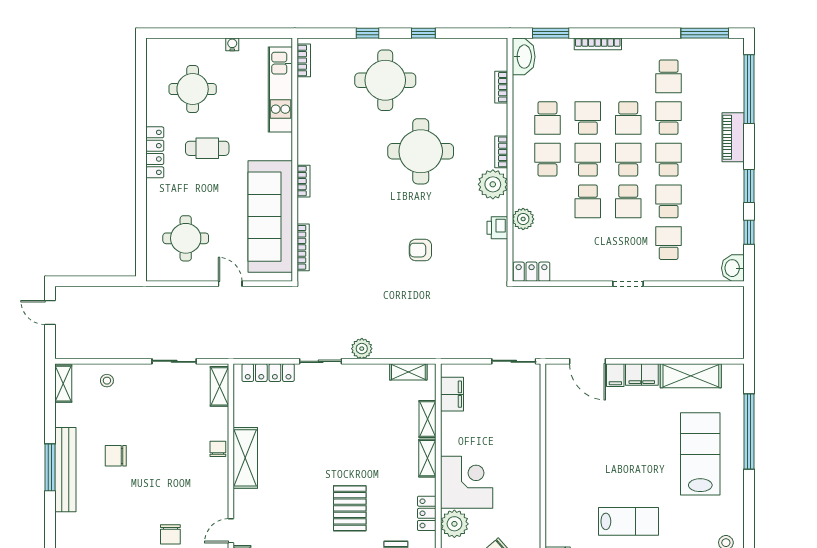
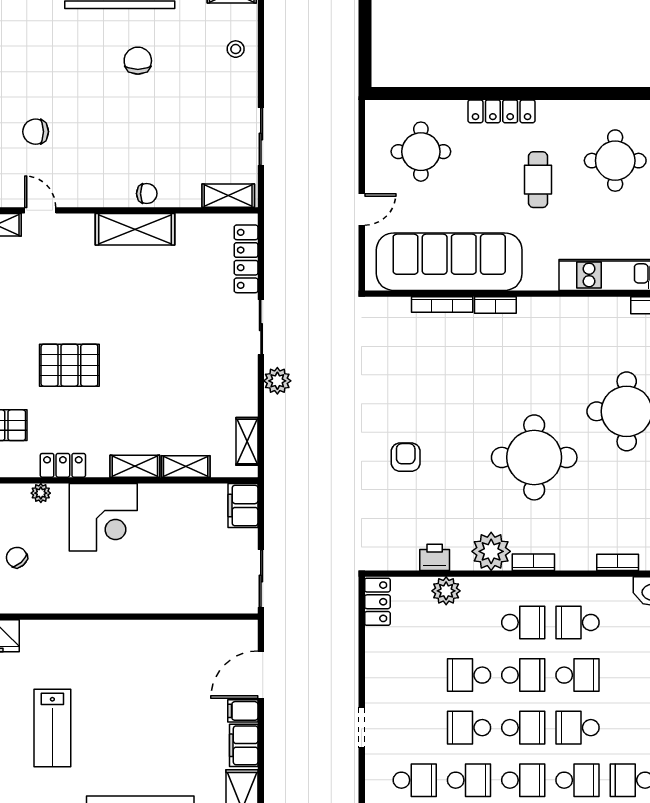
locker: (155, 152) -> (501, 111), moved
bookcase: (303, 247) -> (442, 304), moved
filing cabinet: (452, 394) -> (243, 506), moved, turned 90
plant: (454, 524) -> (41, 493), width x0.53, depth x0.53

